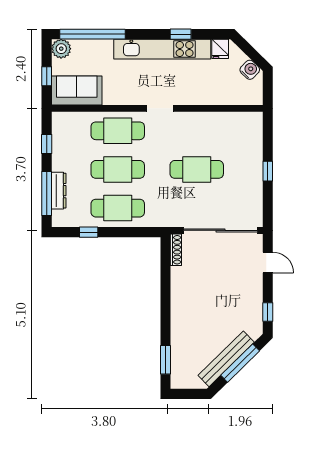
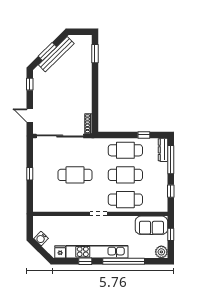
window: (92, 34) -> (124, 261), moved
dresser: (59, 191) -> (163, 150), moved
window: (240, 363) -> (47, 51), width x0.69

